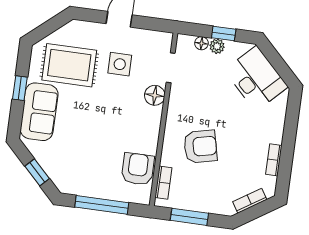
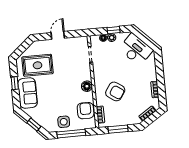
side table: (120, 64) -> (64, 122), moved
floor lamp: (155, 95) -> (87, 86), moved
armchair: (200, 147) -> (115, 91), turned 47

